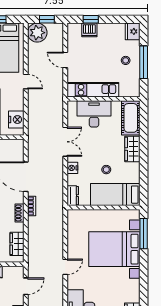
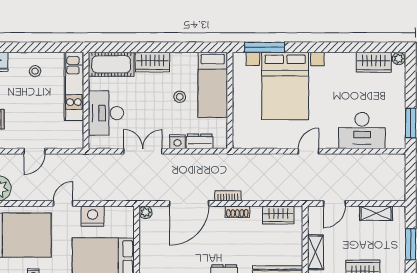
window: (144, 62) -> (37, 47), removed
kitchen unit: (93, 90) -> (74, 86), moved
nightstand: (16, 120) -> (93, 216), moved
plant: (19, 144) -> (146, 212), added
dresser: (73, 196) -> (200, 141), moved
door: (65, 267) -> (309, 151), hinge flipped
door: (26, 286) -> (334, 203), swing flipped

